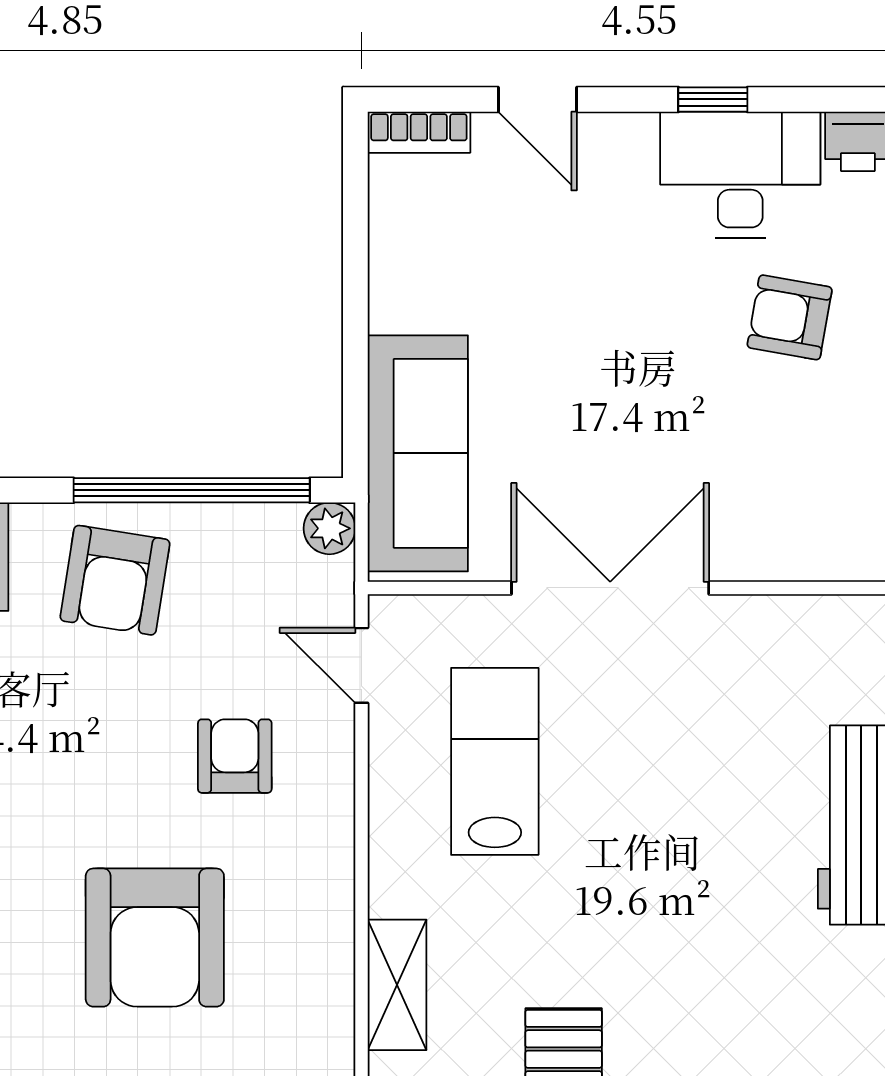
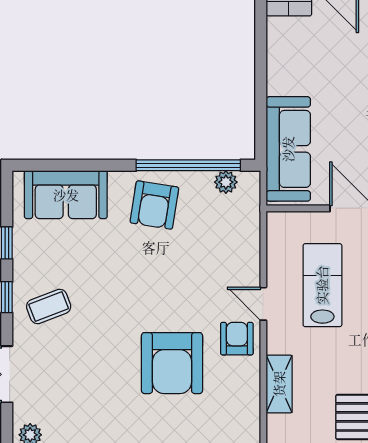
plant: (329, 528) -> (226, 182), moved
door: (361, 665) -> (263, 304), moved
armchair: (235, 756) -> (237, 339), moved

